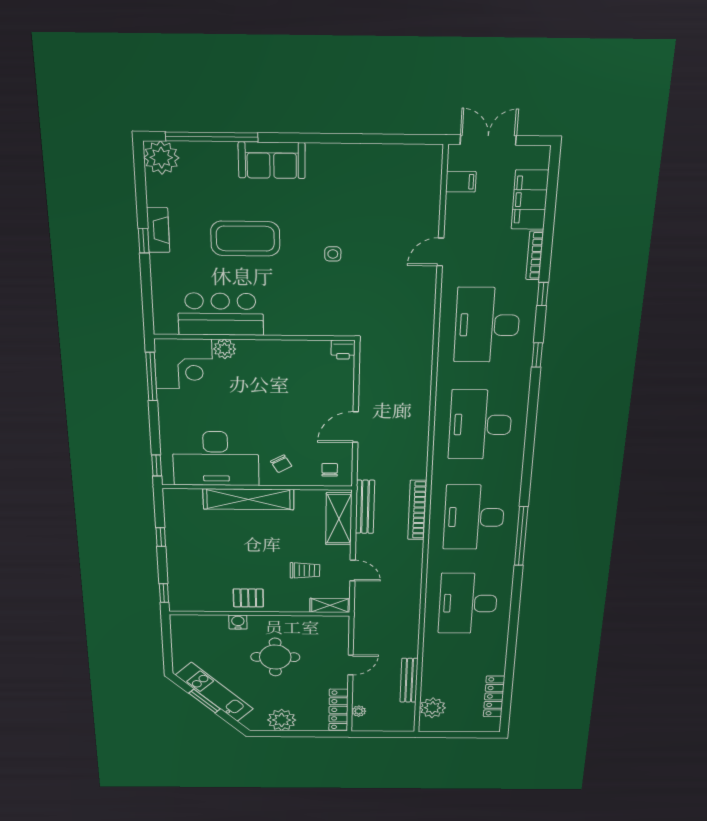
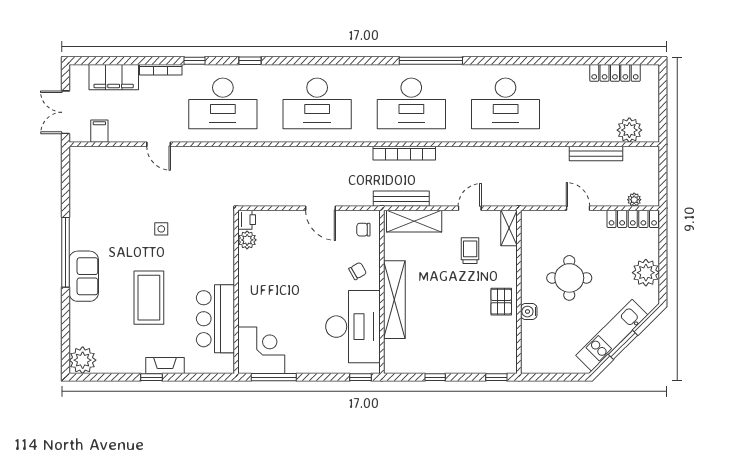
window: (212, 137) -> (65, 252), moved
fireplace: (158, 230) -> (165, 365), moved
plant: (225, 349) -> (247, 240), moved

